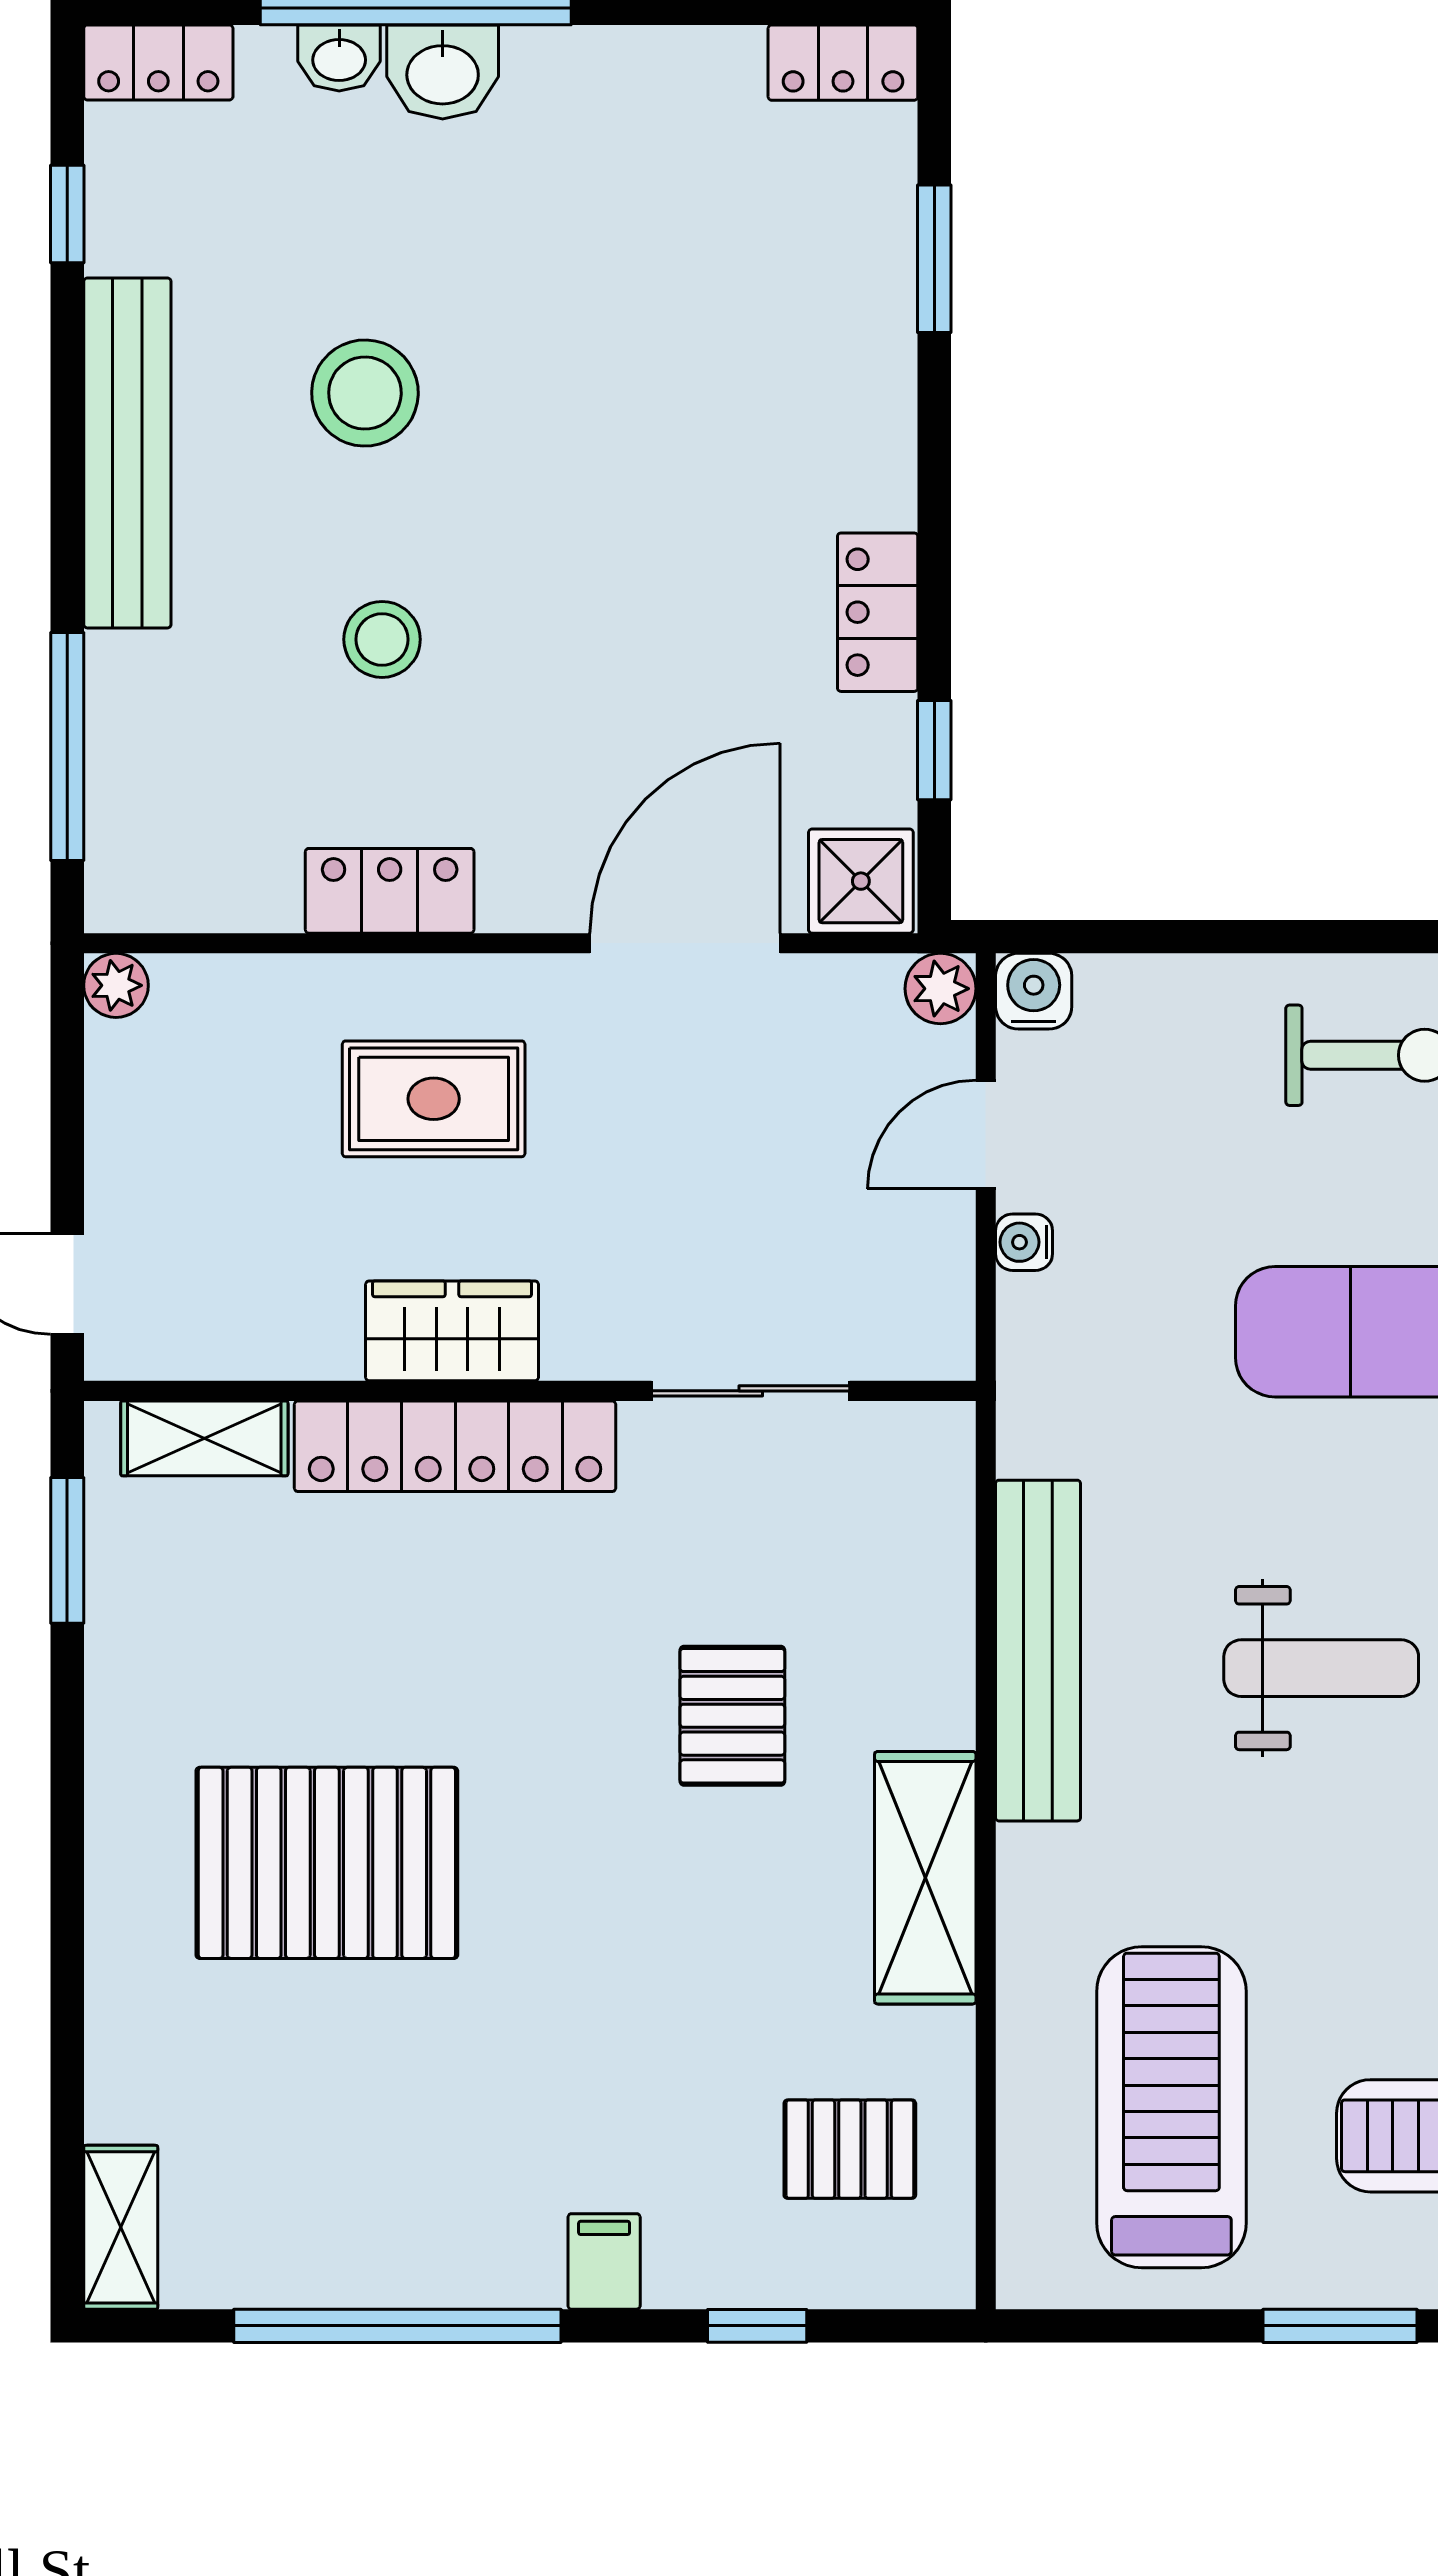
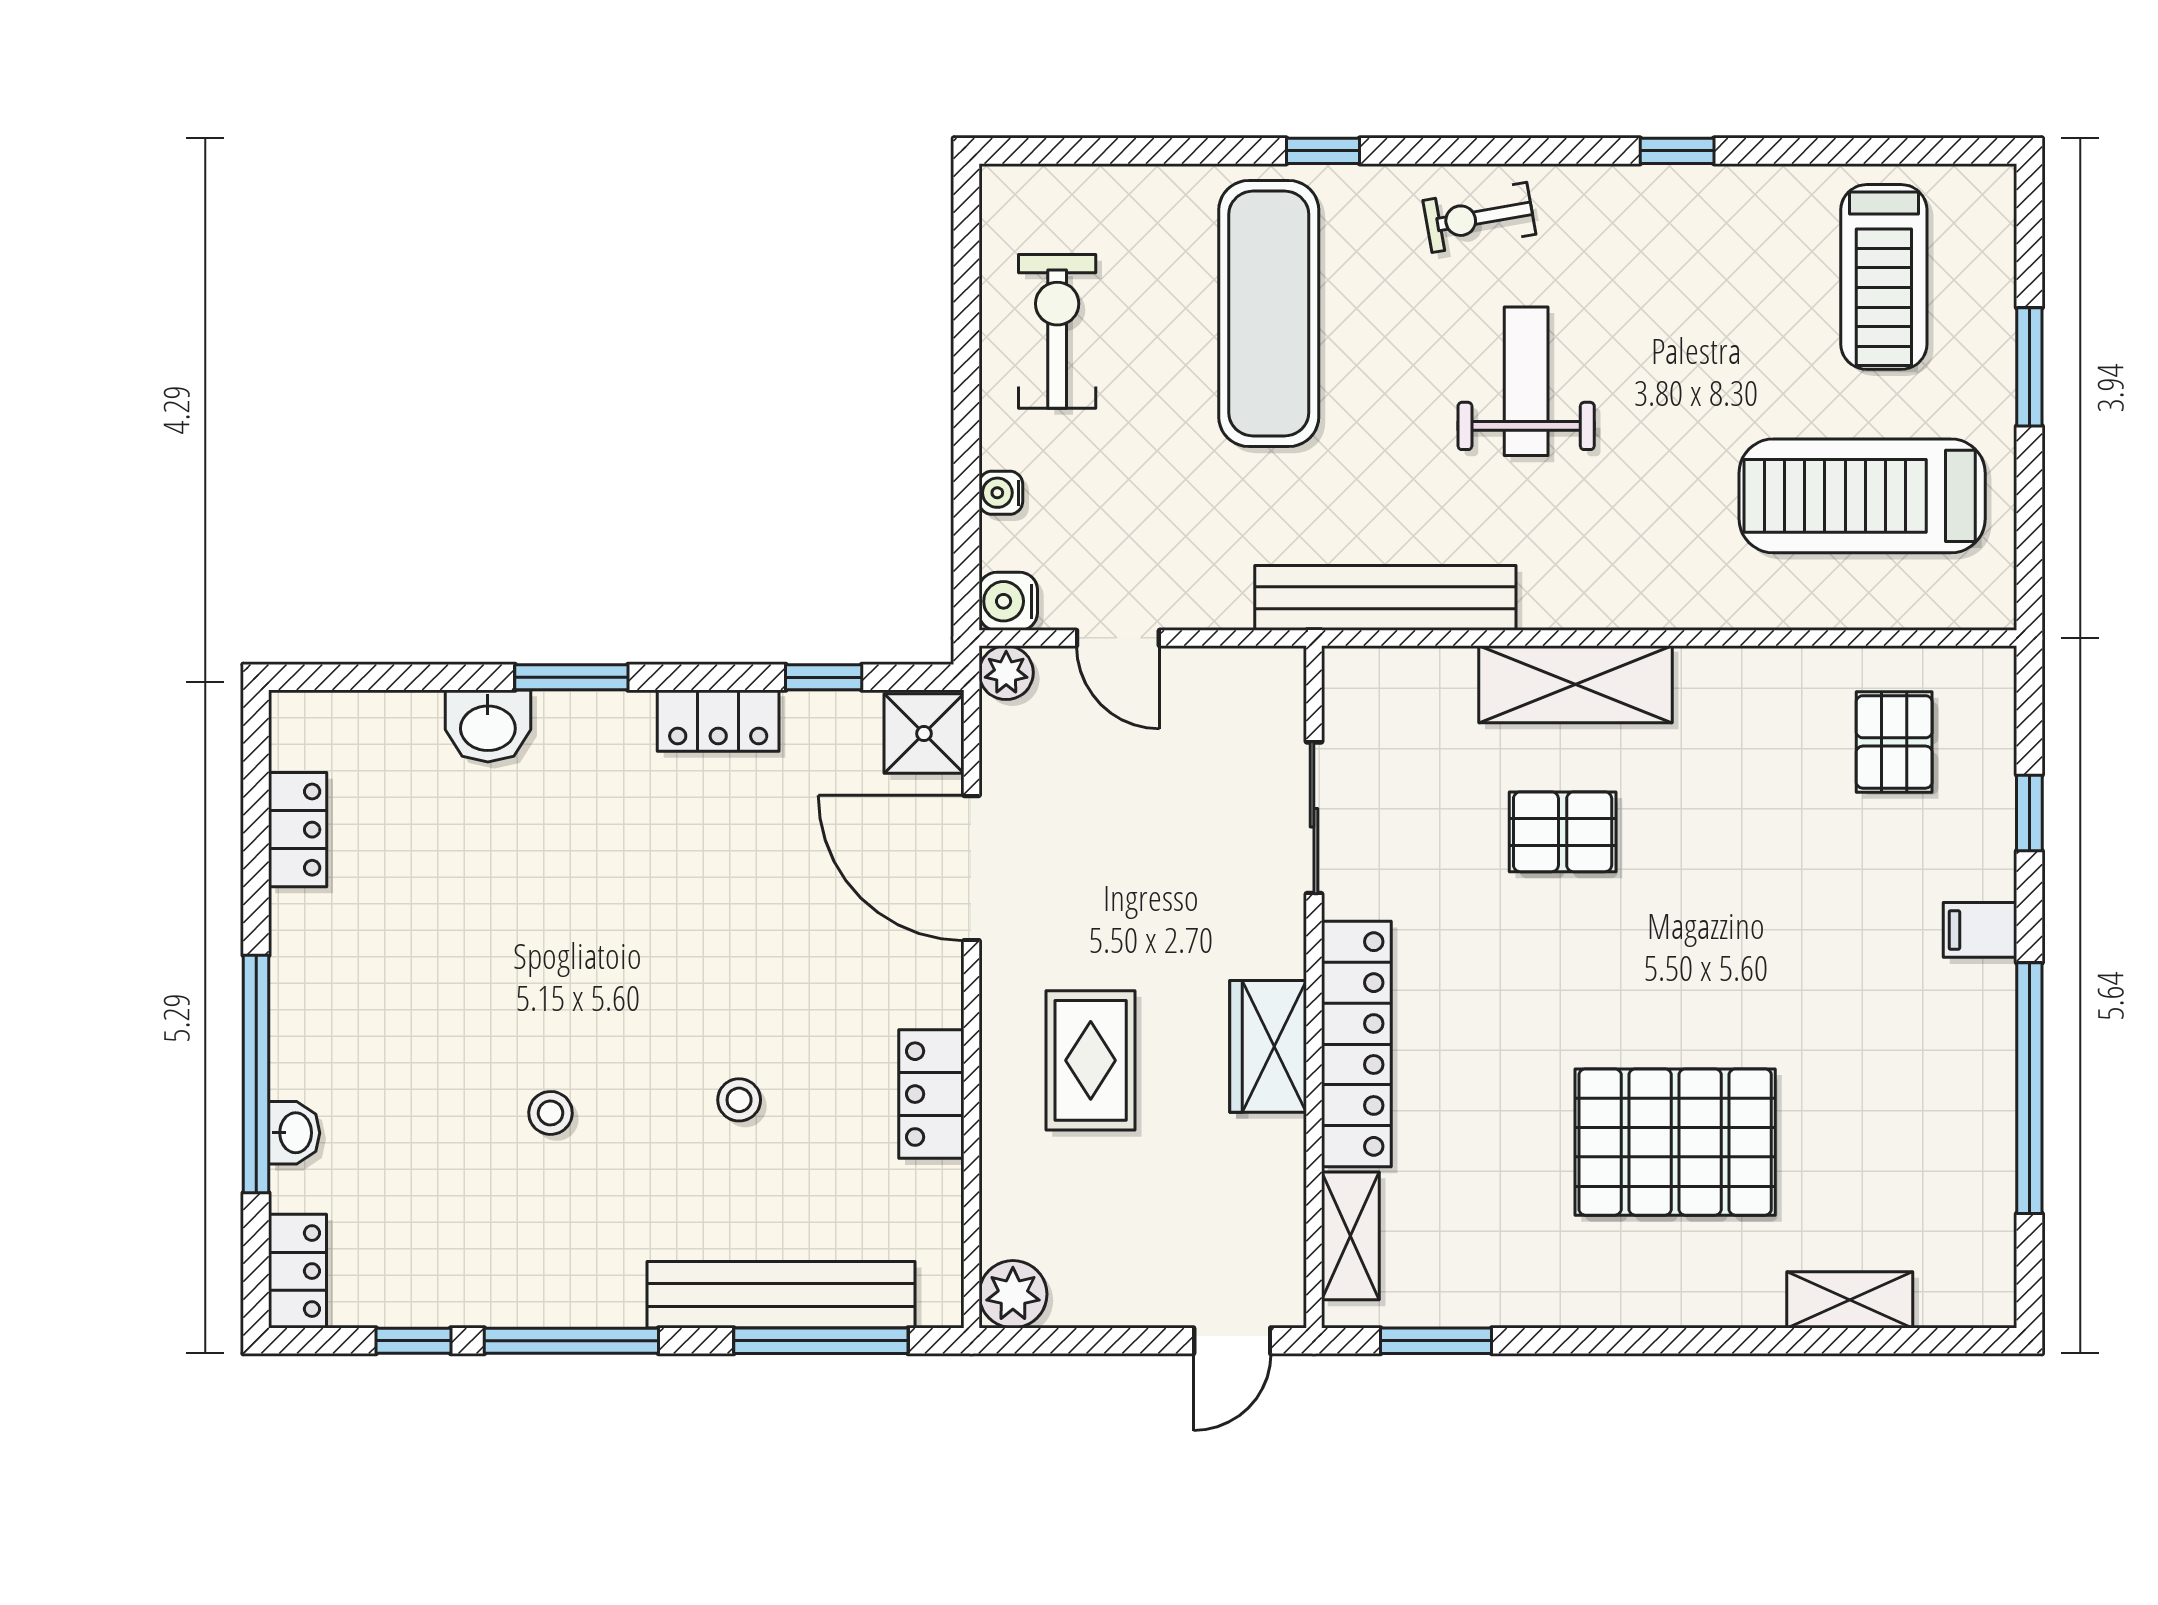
locker: (843, 63) -> (298, 830), moved
washbasin: (443, 72) -> (488, 726), moved, turned 90
window: (934, 259) -> (571, 677), moved
stool: (365, 393) -> (551, 1113), width x0.53, depth x0.53
window: (67, 420) -> (571, 1341), added
bench: (127, 453) -> (781, 1295), moved
stool: (382, 639) -> (739, 1100), width x0.73, depth x0.73
plant: (116, 985) -> (1013, 1294), width x1.38, depth x1.38
water cooler: (1024, 1242) -> (1001, 493), moved, turned 90
bench: (1038, 1651) -> (1385, 598), moved
pallet: (327, 1863) -> (1675, 1142), turned 90
shelving: (925, 1878) -> (1575, 684), moved
shelving: (121, 2227) -> (1850, 1300), moved

